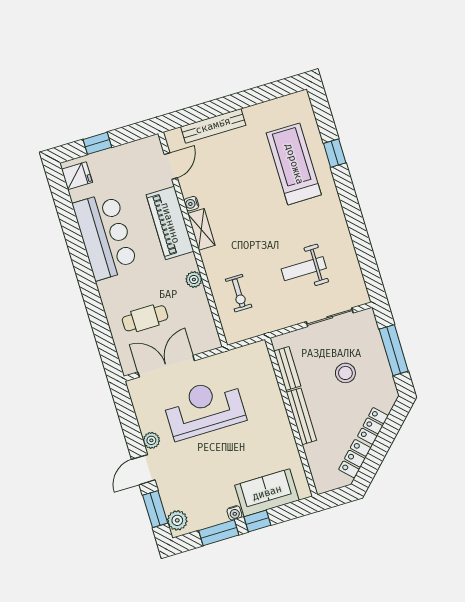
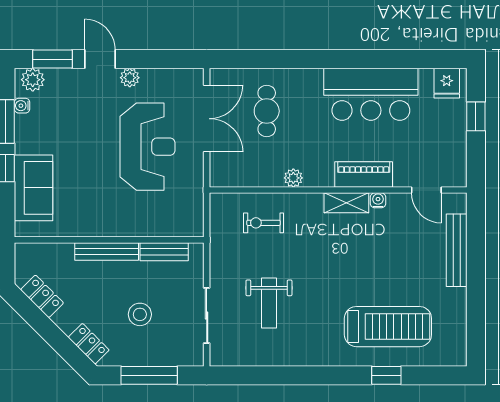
piano: (170, 223) -> (364, 174), width x0.73, depth x0.75
weight bench: (304, 269) -> (269, 303), turned 180
locker: (373, 426) -> (89, 344), moved
water cooler: (234, 513) -> (22, 106), moved

